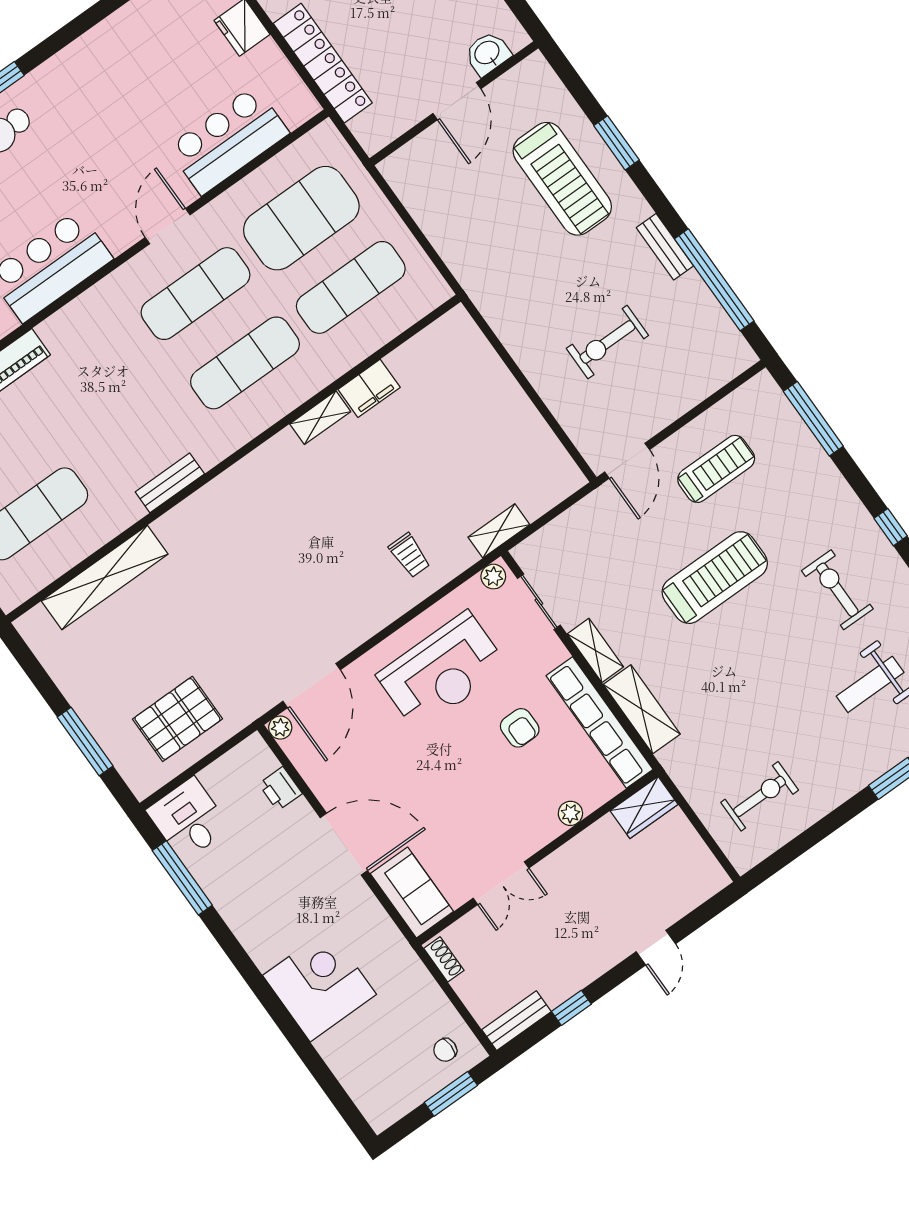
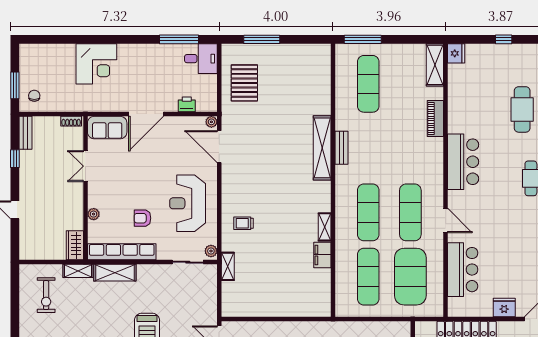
shelving: (105, 578) -> (322, 148), moved
shelving: (595, 650) -> (78, 271), moved

